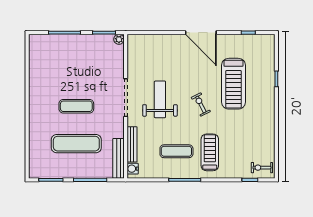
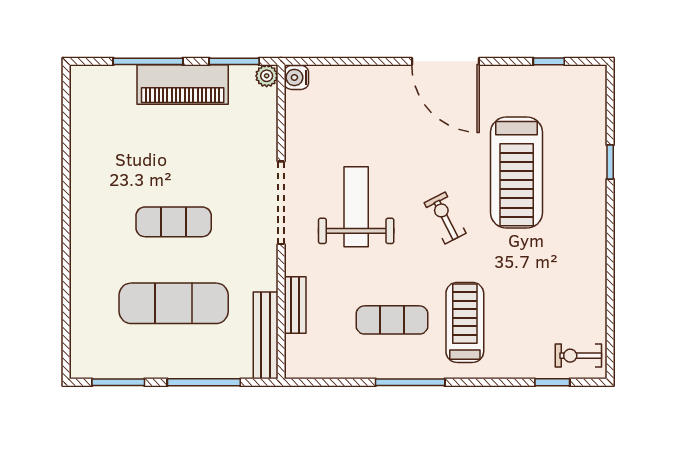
piano: (80, 43) -> (183, 84), added
bench: (132, 144) -> (295, 305), width x0.73
water cooler: (133, 169) -> (296, 77), moved

